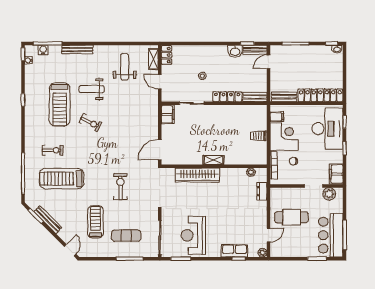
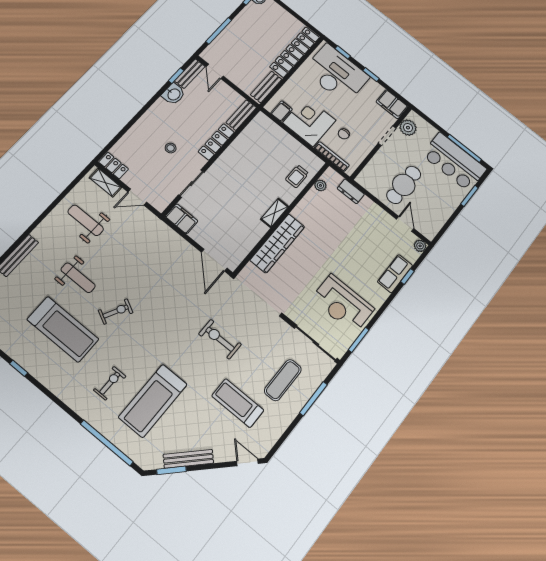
weight bench: (92, 89) -> (78, 278), turned -90
trolley: (258, 136) -> (297, 176), moved

